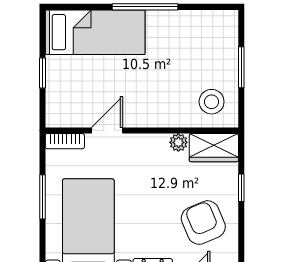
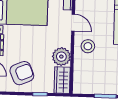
stool: (212, 102) -> (88, 46), moved
plant: (178, 142) -> (61, 57), width x1.87, depth x1.87

